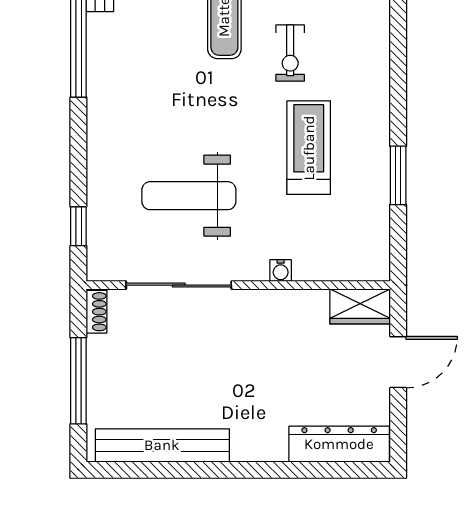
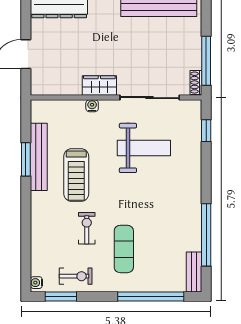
bench: (375, 180) -> (39, 157), added
wardrobe: (360, 306) -> (99, 86), moved
window: (78, 381) -> (206, 61), moved

